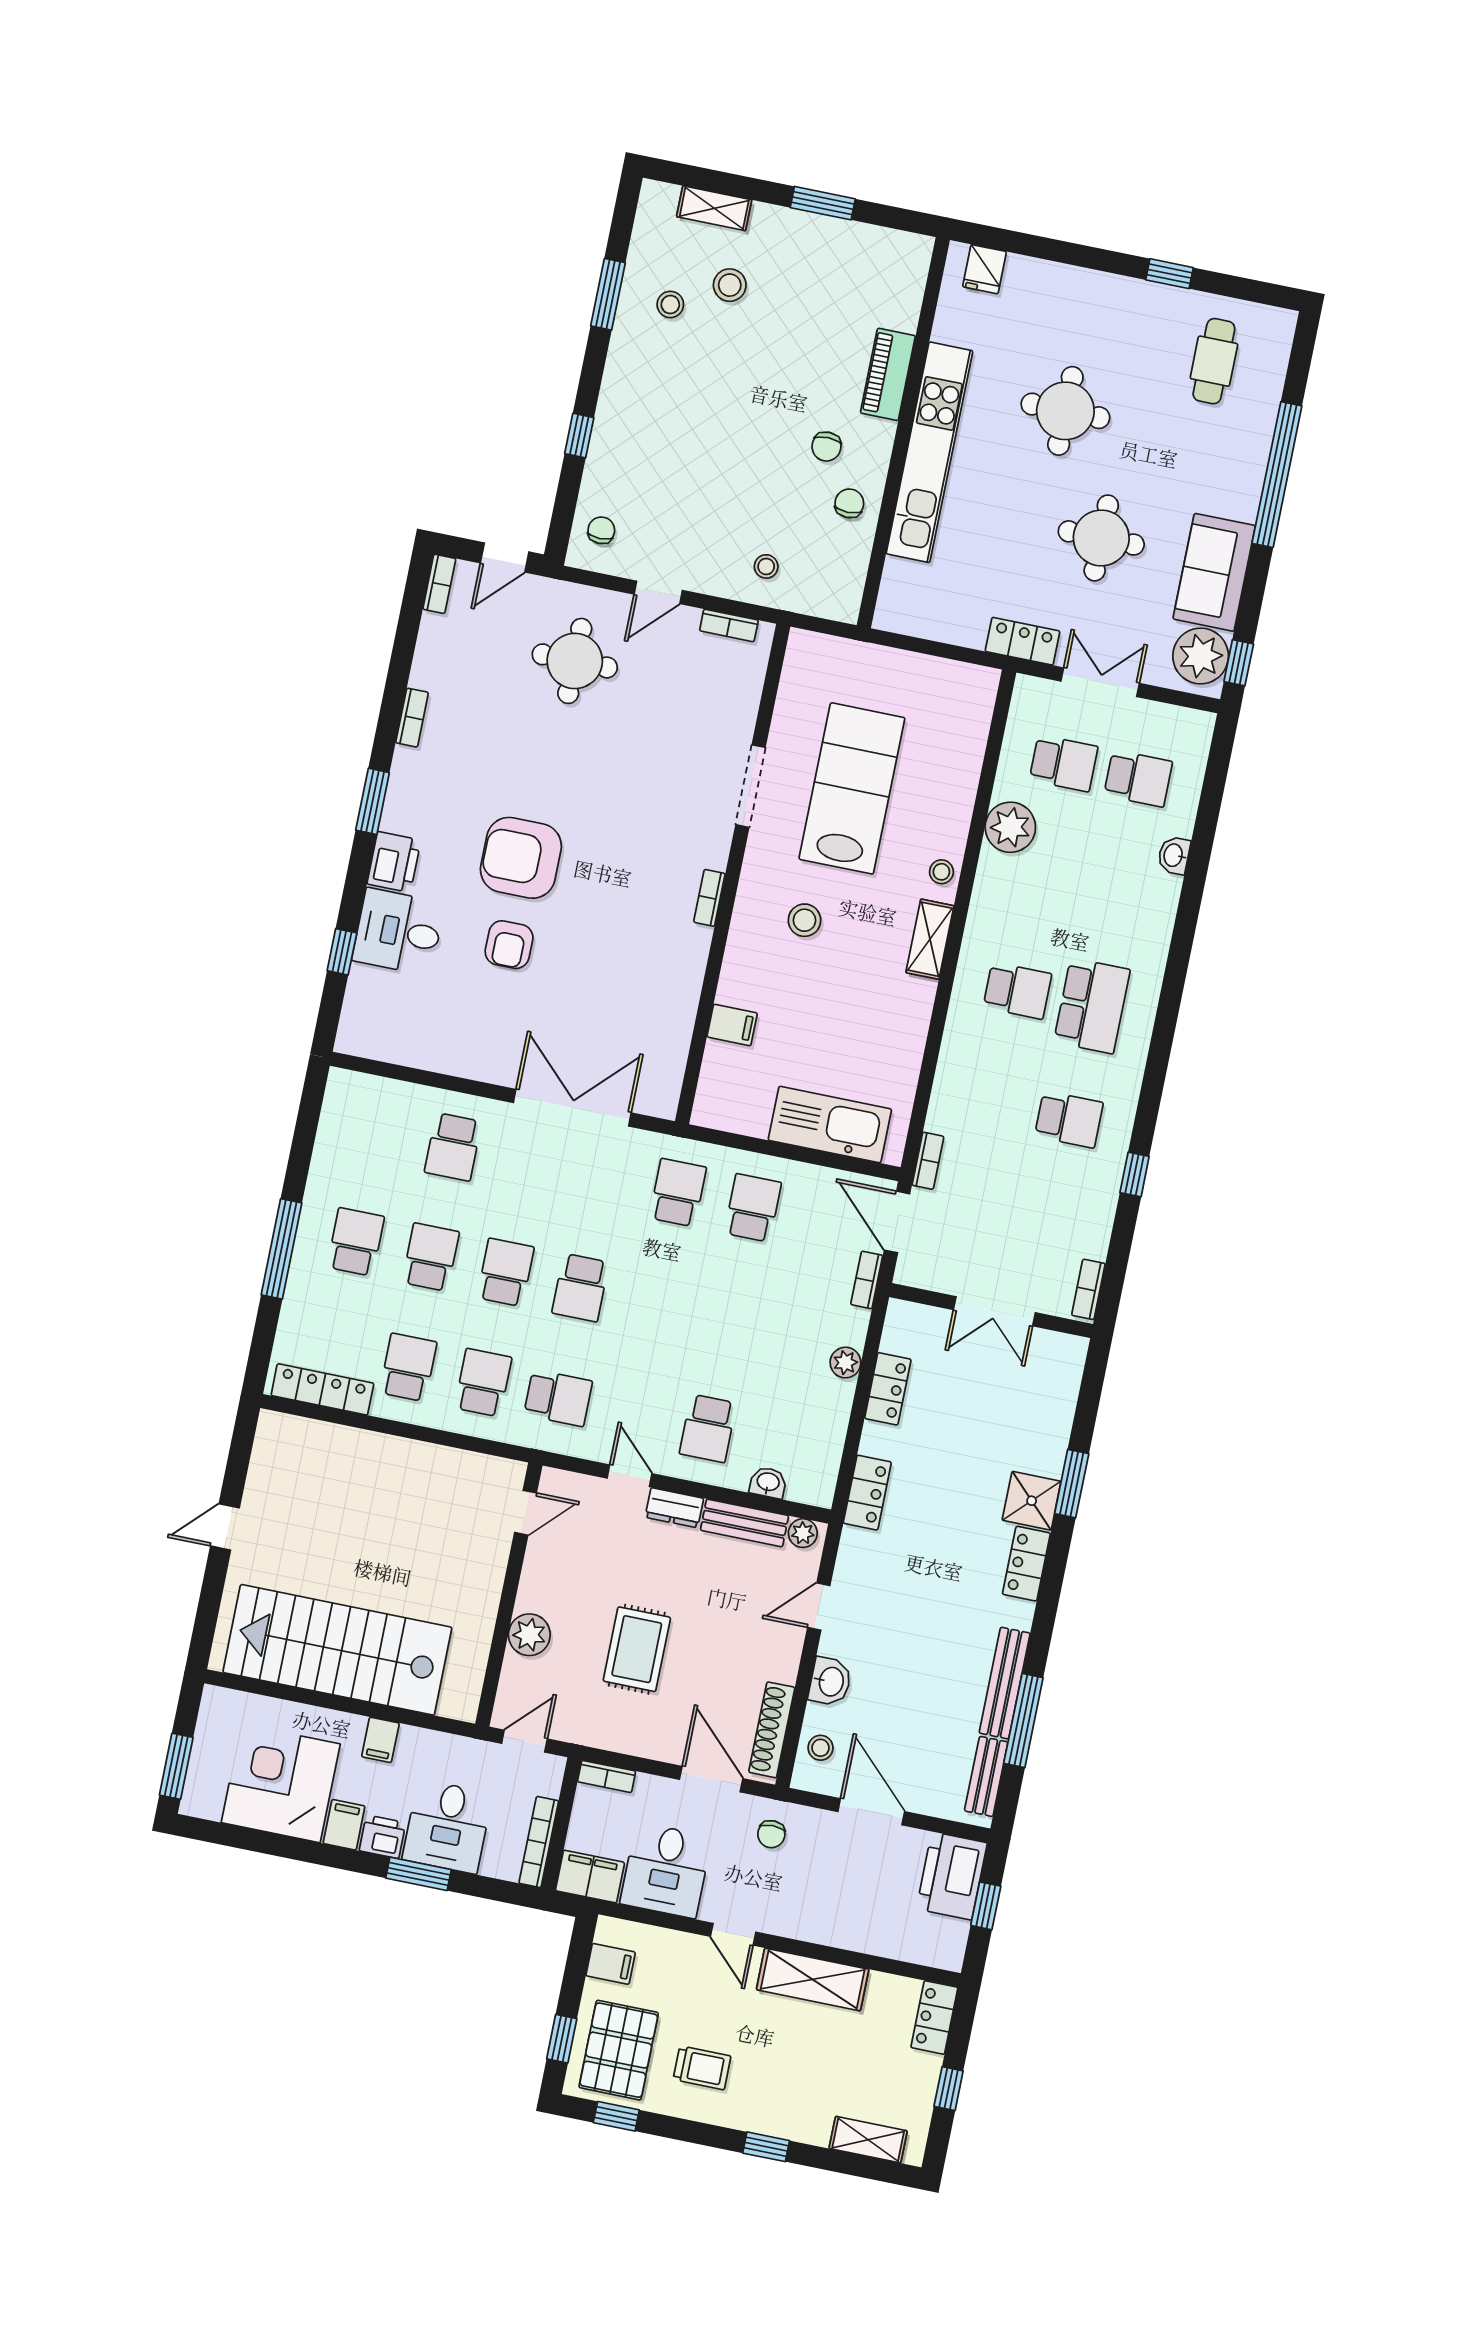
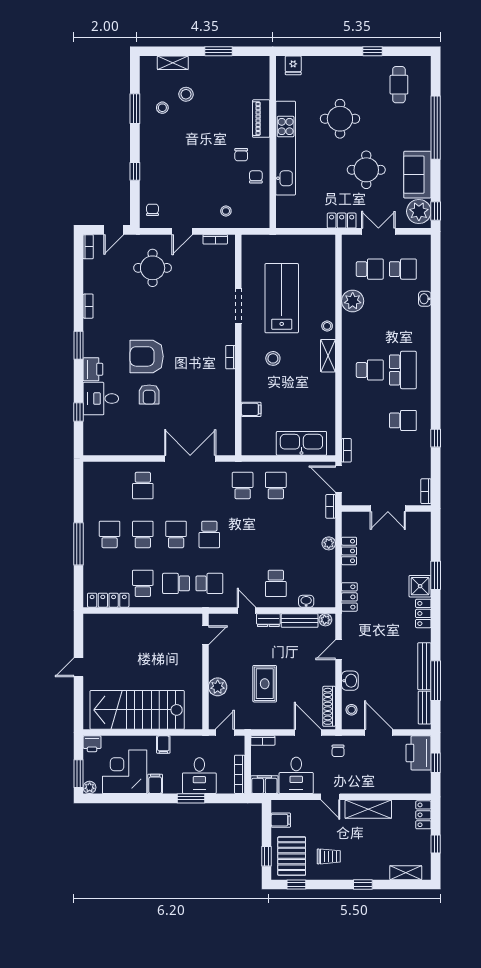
school desk: (483, 1383) -> (176, 583), turned -90
plant: (195, 1803) -> (90, 787), added
printer: (382, 1837) -> (92, 744), moved, turned 180

